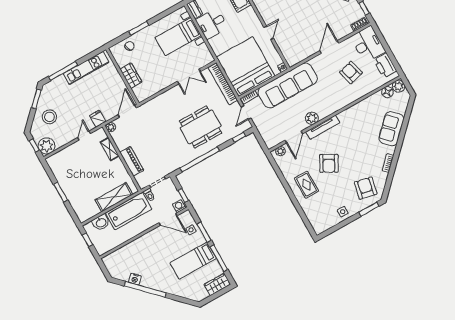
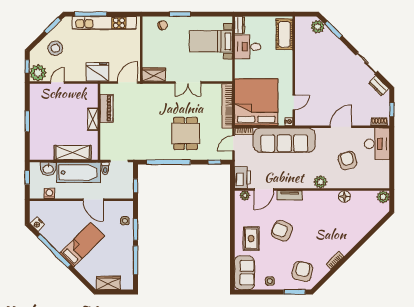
door: (269, 33) -> (294, 102), moved
printer: (385, 66) -> (242, 177), moved, turned 180
kitchen unit: (86, 68) -> (104, 23), width x1.36
wardrobe: (131, 76) -> (154, 75), moved, turned -90
double door: (189, 76) -> (188, 82), moved
floor lamp: (387, 92) -> (344, 196), moved
plant: (312, 118) -> (320, 182), moved
fridge: (98, 119) -> (98, 72), width x1.88, depth x1.34
plant: (111, 127) -> (105, 88), removed
dining table: (201, 127) -> (185, 134), width x0.73
tv unit: (323, 127) -> (290, 195), width x0.71
sofa: (391, 129) -> (244, 273), moved, turned 135
door: (84, 135) -> (57, 82), moved
shelving: (110, 149) -> (93, 119), moved
piano: (132, 161) -> (107, 108), moved
armchair: (329, 163) -> (282, 231), turned 84
washing machine: (179, 206) -> (49, 193), moved
door: (168, 219) -> (93, 200), moved
bed: (193, 261) -> (82, 245), moved, turned 135
nightstand: (135, 279) -> (37, 224), moved
wardrobe: (217, 285) -> (108, 283), moved

